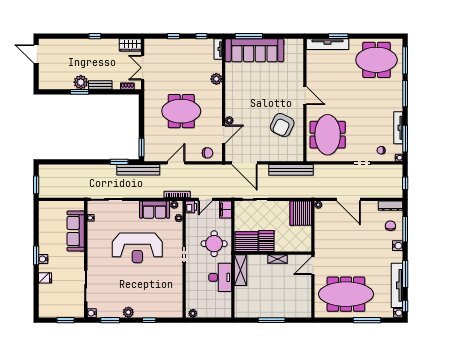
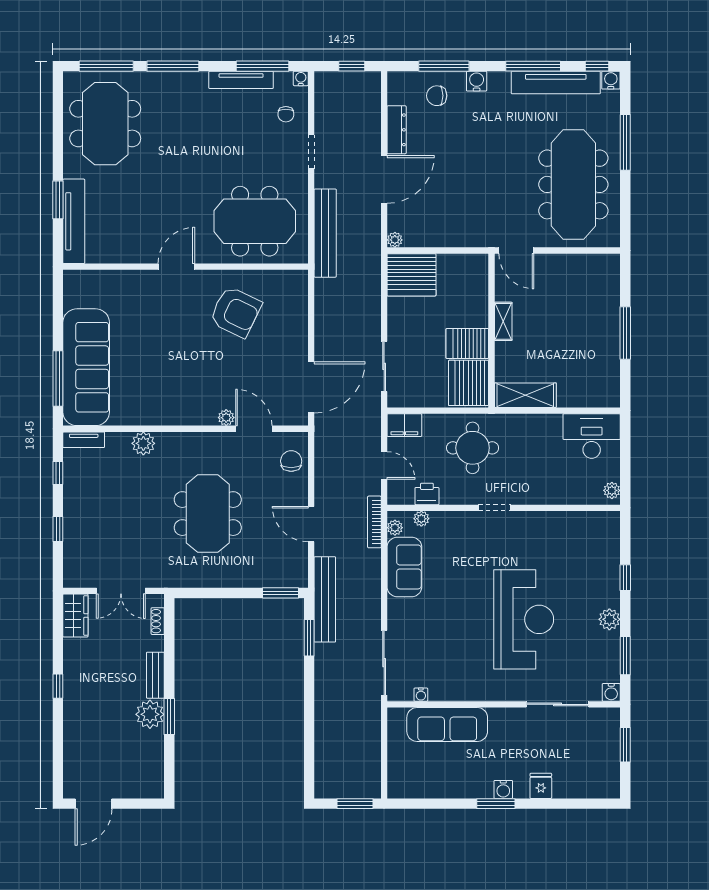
bench: (291, 170) -> (325, 233), moved
dresser: (391, 206) -> (397, 130), moved
printer: (191, 207) -> (427, 494), moved
reception desk: (137, 248) -> (524, 619), moved
desk: (220, 277) -> (592, 436), moved

